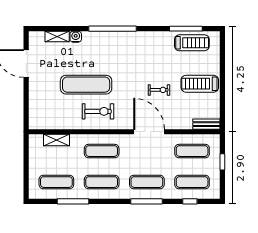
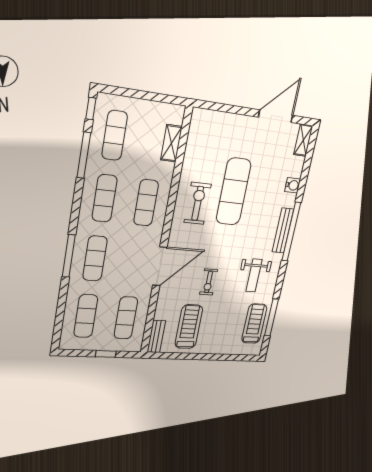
shelving: (57, 36) -> (303, 140), moved
bench: (112, 36) -> (283, 231), added
treadmill: (192, 43) -> (254, 324), turned 180
weight bench: (151, 53) -> (254, 275), added
treadmill: (200, 84) -> (189, 327), moved
exercise bike: (98, 111) -> (198, 203), turned 180
window: (190, 201) -> (91, 109), moved

